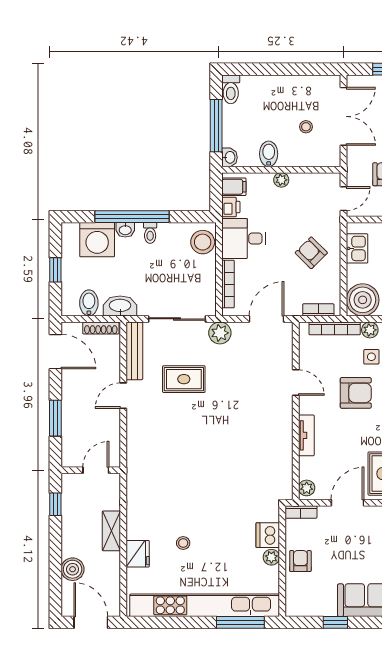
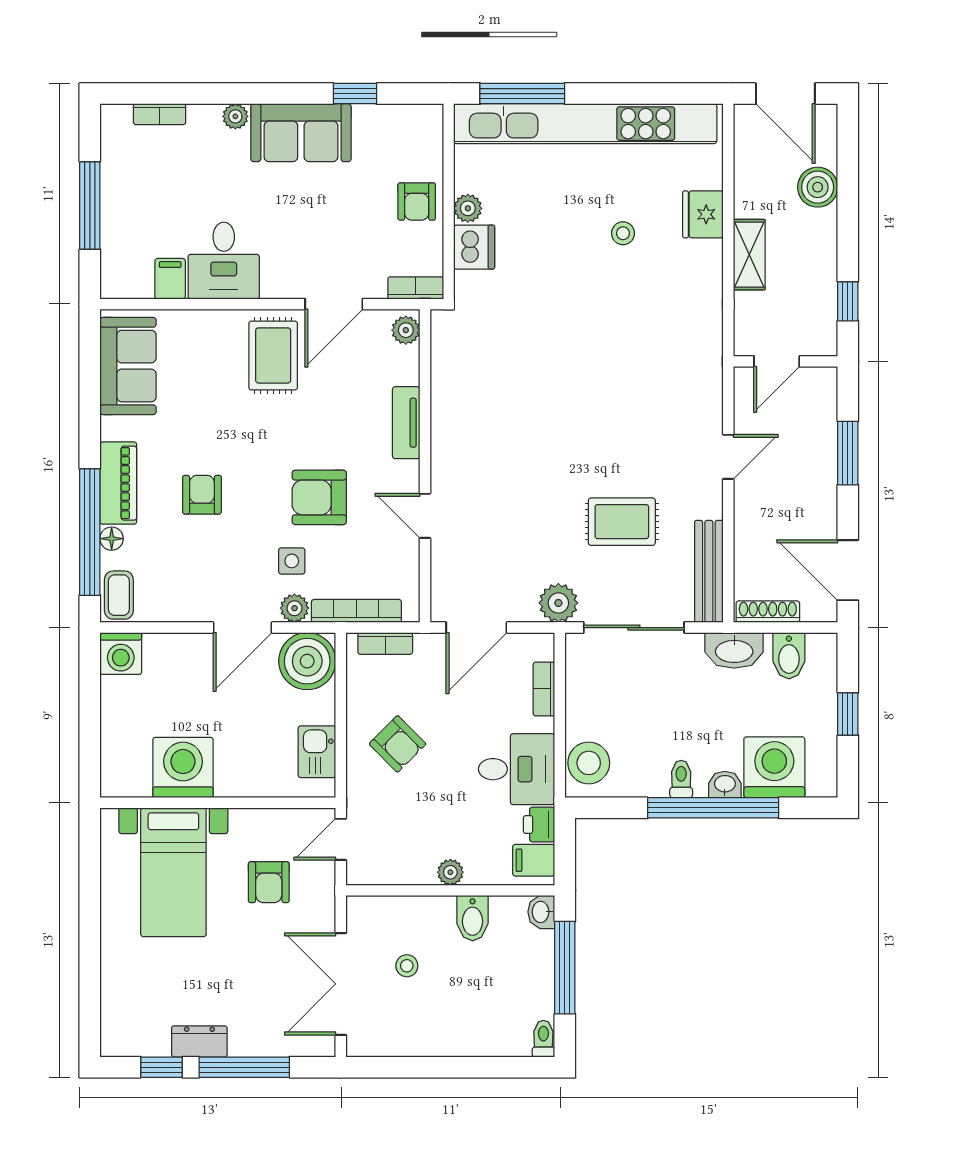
toilet: (231, 89) -> (543, 1039), width x0.73, depth x0.72
bookcase: (228, 284) -> (544, 689), width x0.64
door: (123, 396) -> (728, 457), moved

